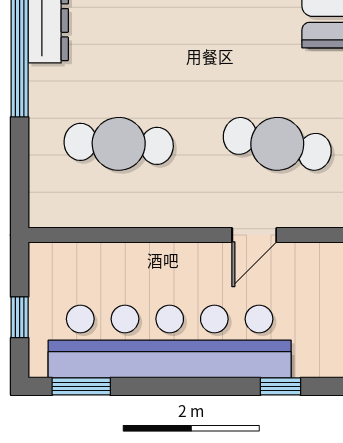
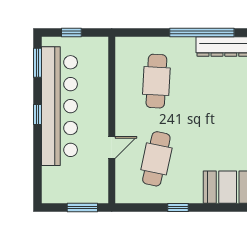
door: (254, 235) -> (112, 148), swing flipped
window: (280, 386) -> (38, 114), moved

